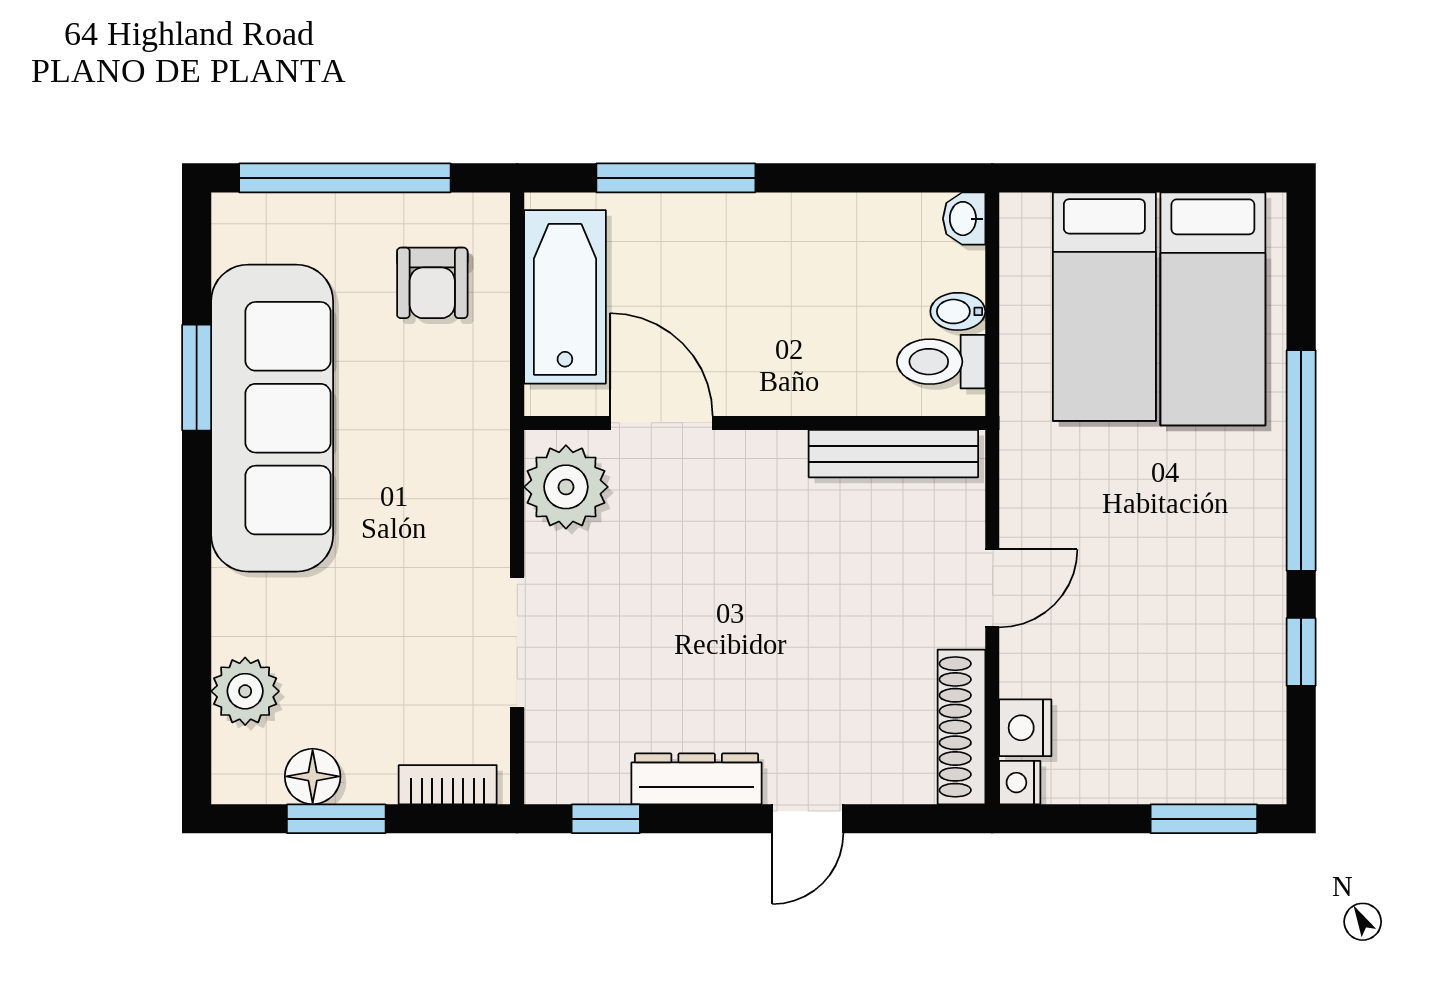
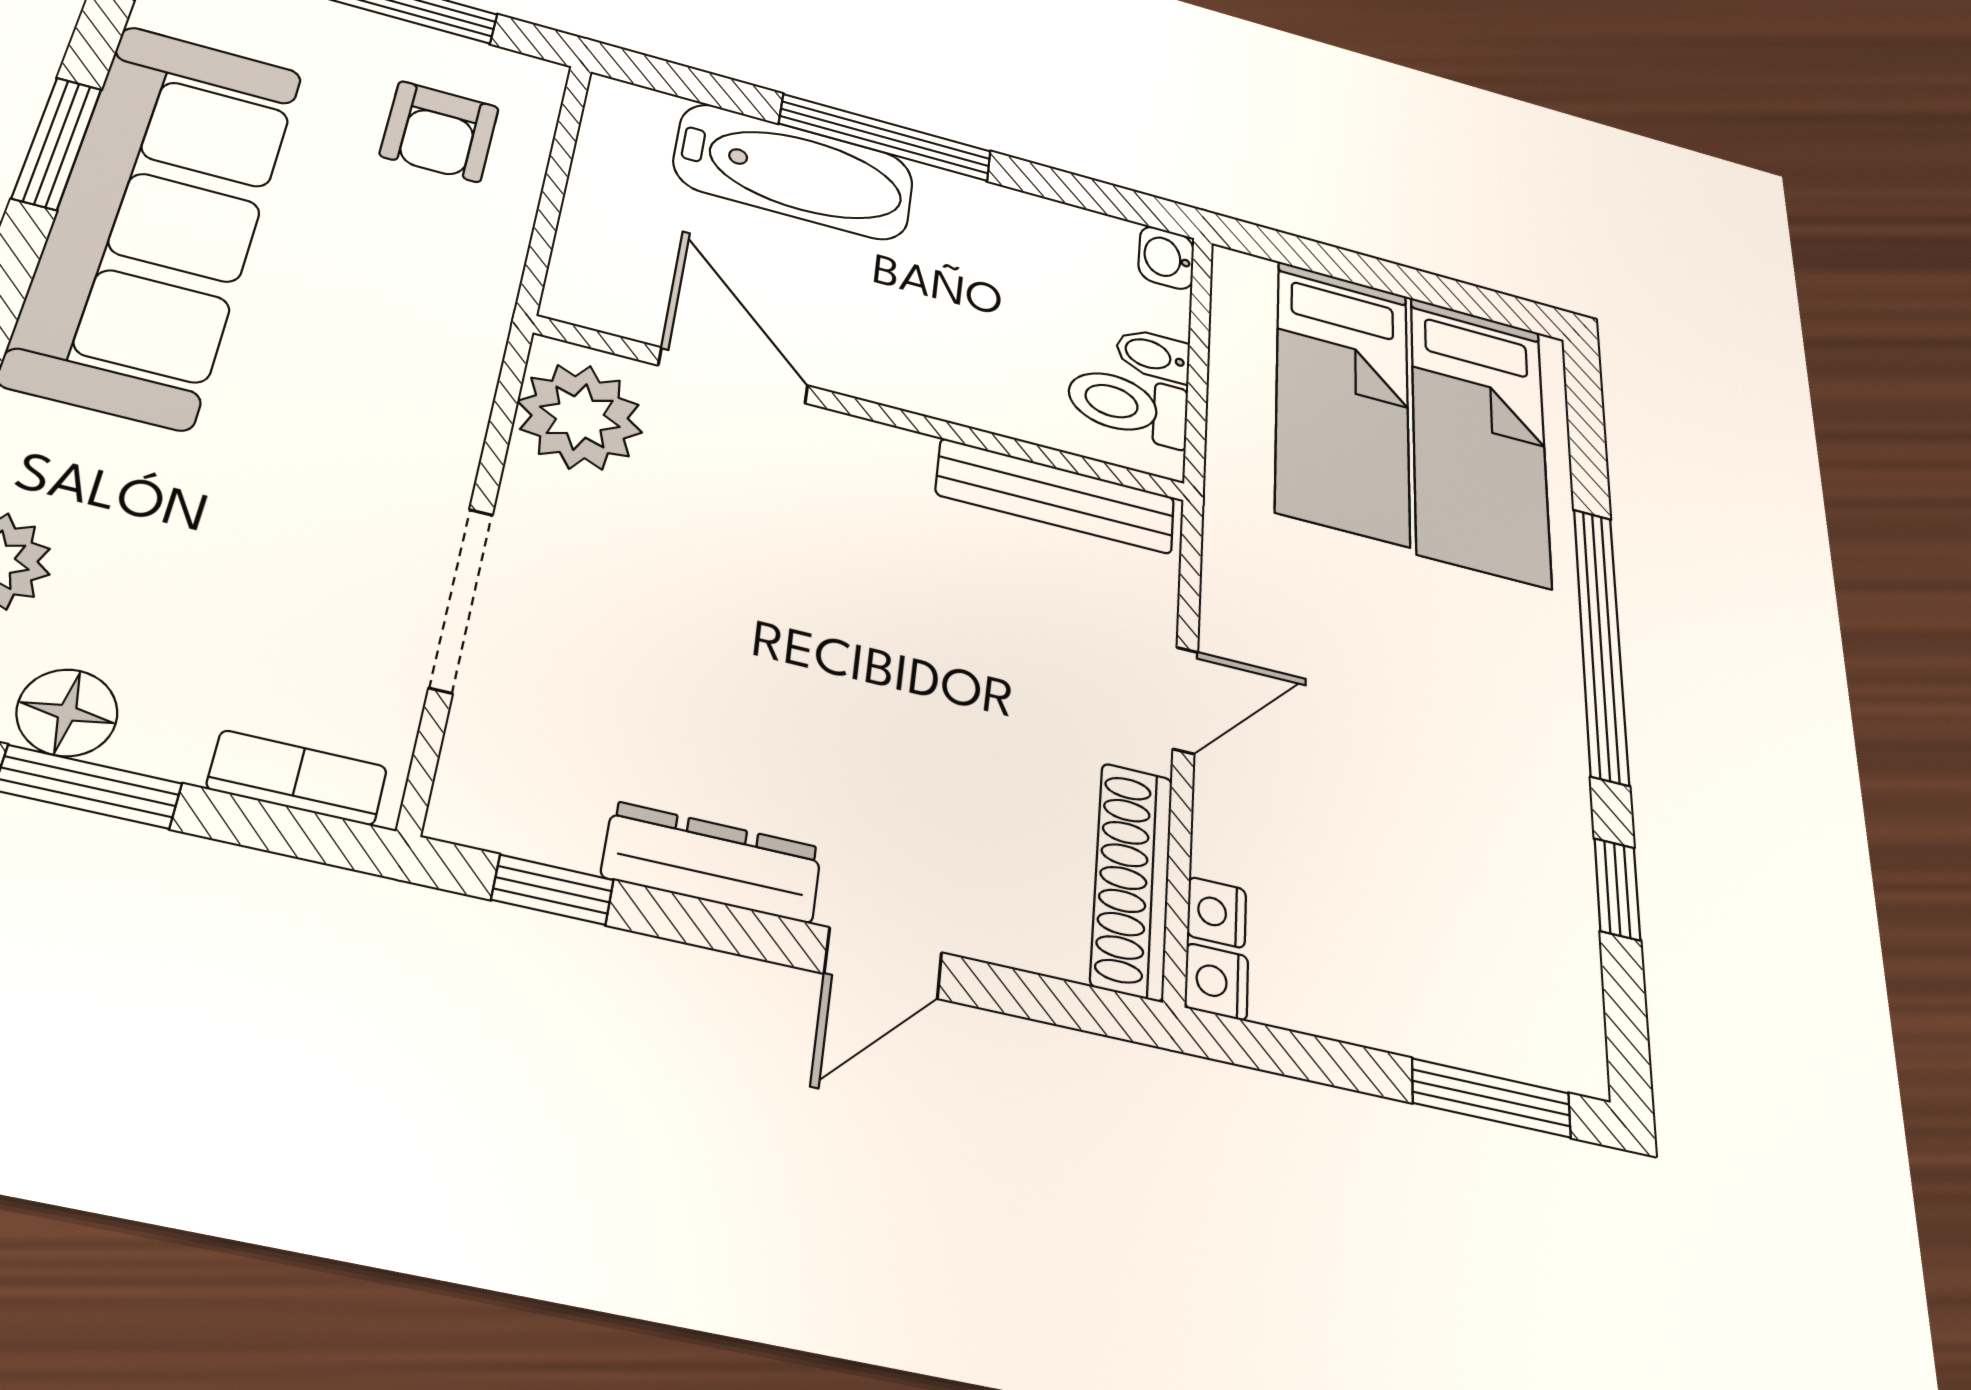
window: (676, 178) -> (885, 138), moved
bathtub: (565, 297) -> (794, 172), moved, turned 90
nightstand: (1025, 728) -> (1217, 912), width x0.72, depth x0.74

